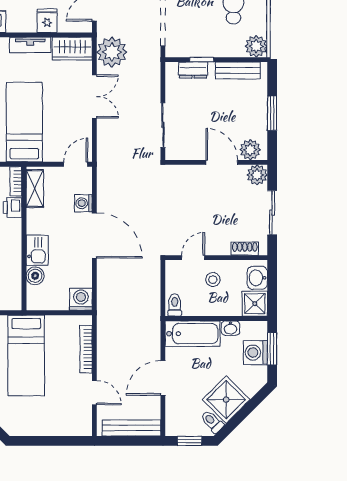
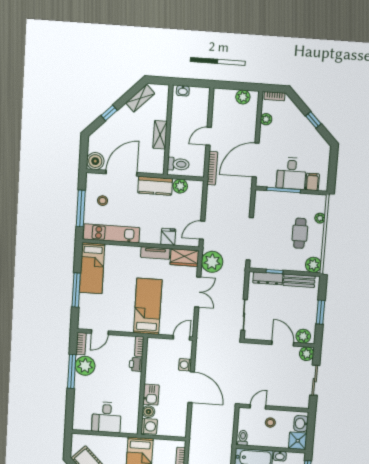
dresser: (193, 70) -> (268, 278), width x1.44
shelving: (35, 189) -> (152, 352), removed
shoe rack: (245, 249) -> (294, 403), removed
washing machine: (81, 299) -> (149, 426), moved, turned 90

